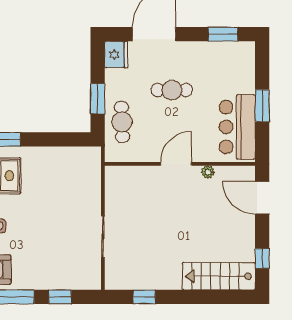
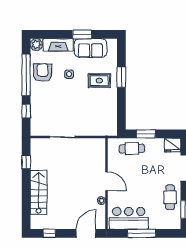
cafe table: (172, 90) -> (170, 197), moved
window: (262, 106) -> (142, 233), width x1.44
stairs: (219, 276) -> (39, 192), moved

